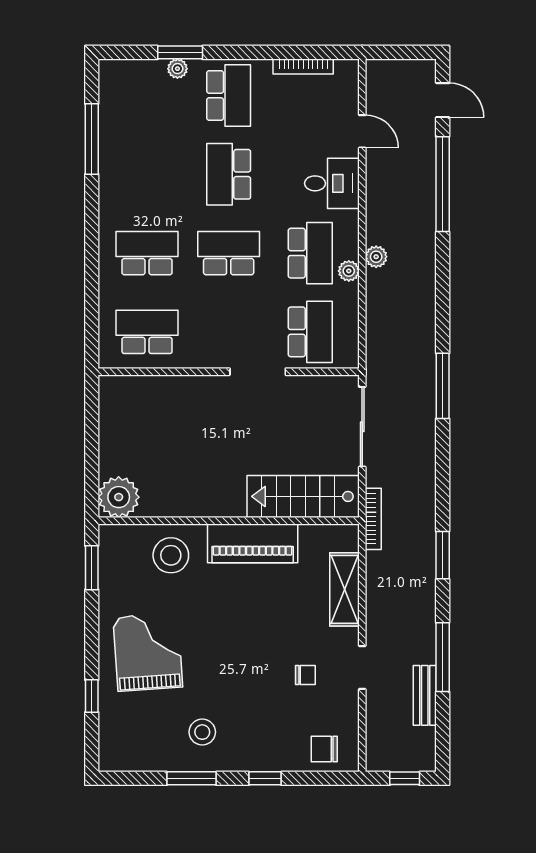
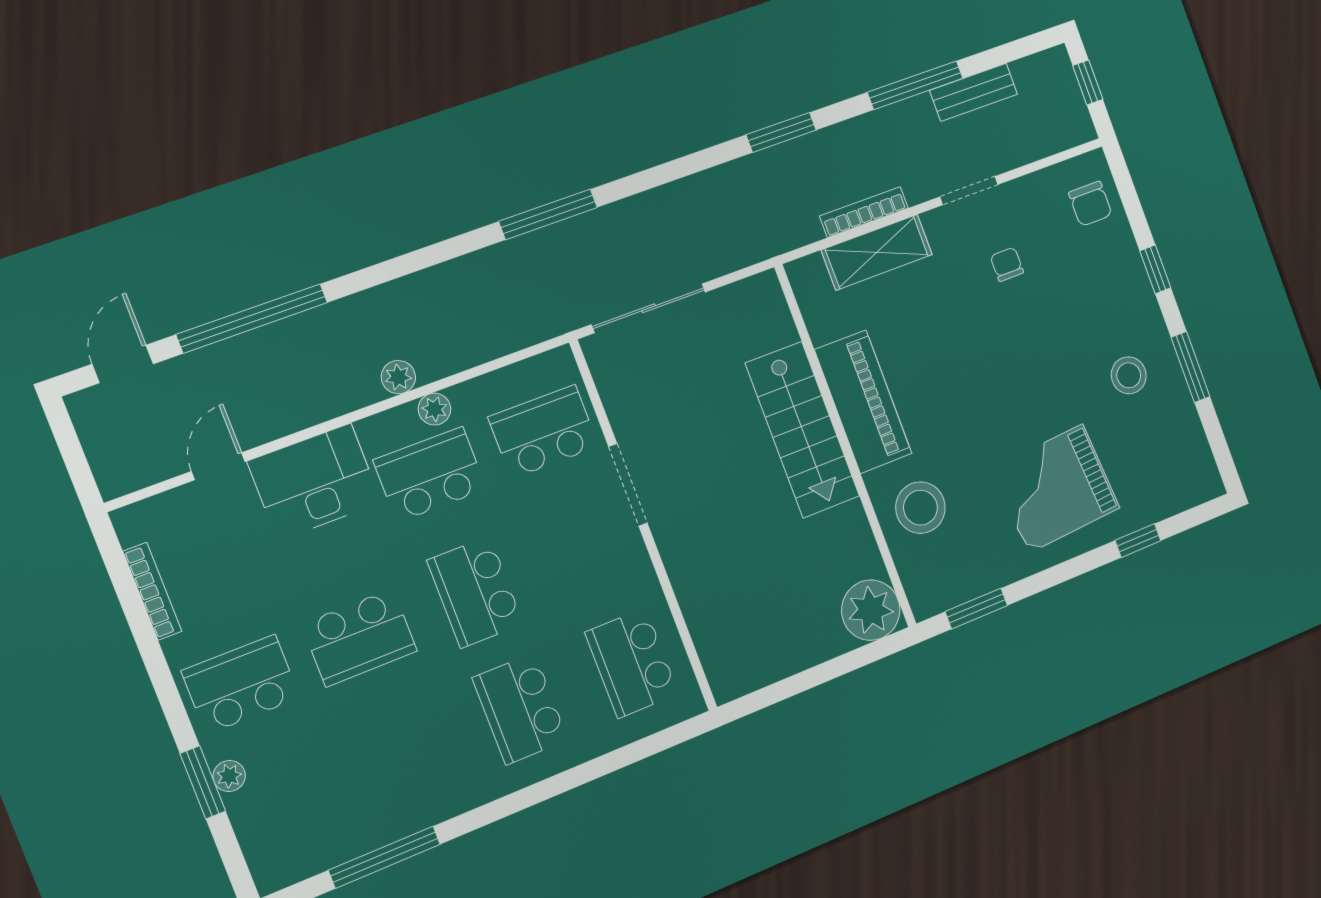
desk: (332, 183) -> (314, 482), width x1.37
stairs: (303, 496) -> (802, 430), moved
bookcase: (373, 519) -> (864, 212), moved

